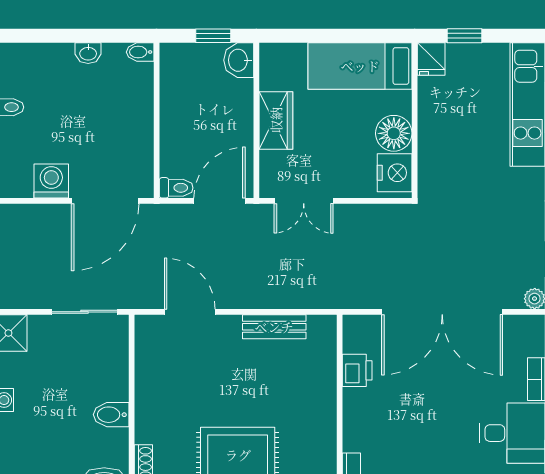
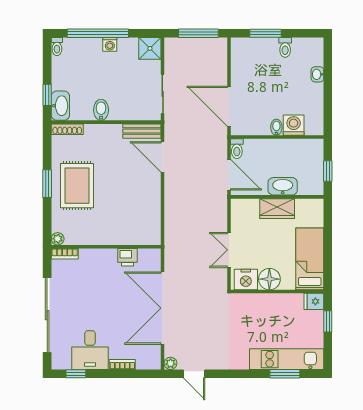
bidet: (140, 52) -> (276, 127), moved
washbasin: (88, 53) -> (317, 74), moved
washbasin: (239, 60) -> (283, 186), moved, width x1.38
washing machine: (51, 181) -> (294, 125), moved, turned -90
double door: (304, 201) -> (229, 250), moved
door: (190, 312) -> (163, 157), swing flipped
bench: (274, 327) -> (142, 131), moved, turned 90

